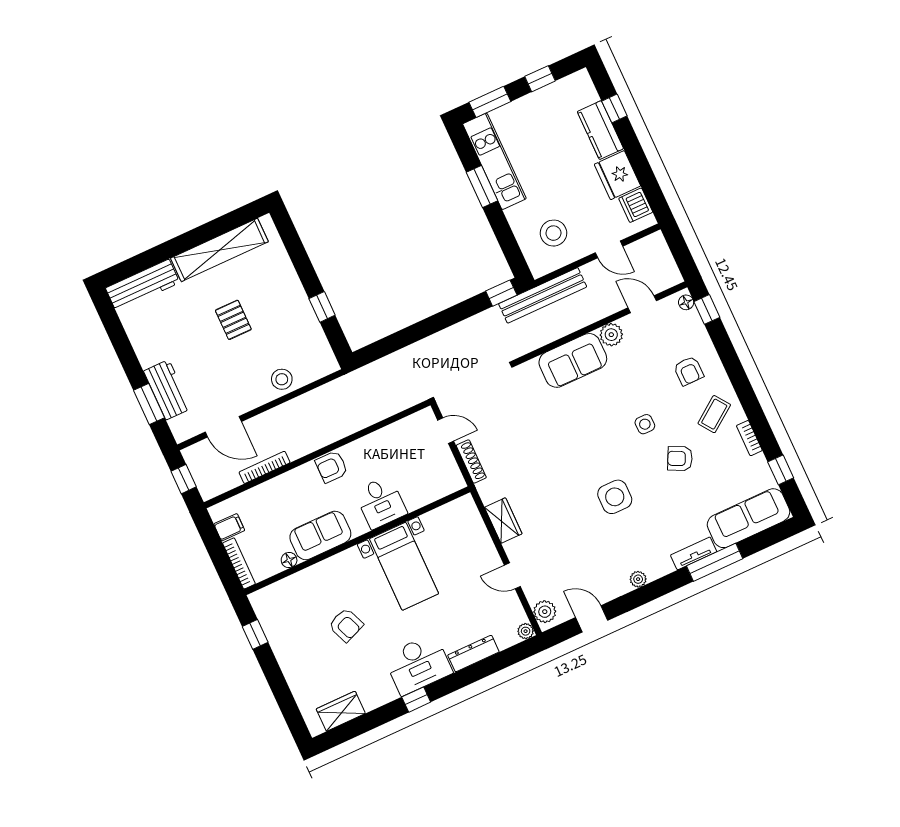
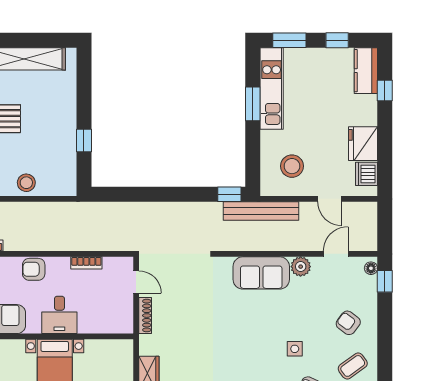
kitchen counter: (600, 130) -> (366, 71), moved
door: (642, 304) -> (336, 254), hinge flipped
armchair: (689, 371) -> (348, 323), turned 127
bookcase: (384, 435) -> (86, 263), added

